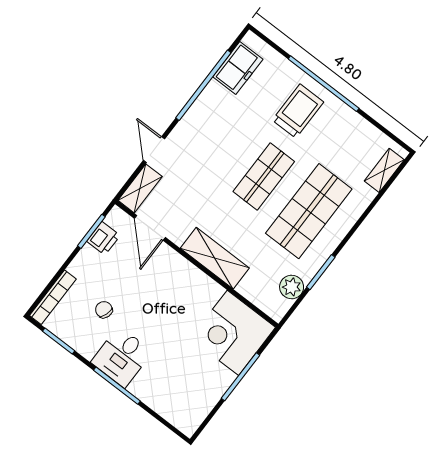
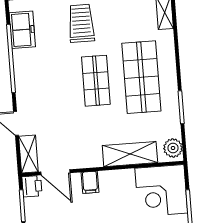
printer: (103, 238) -> (32, 186), moved
shelving: (215, 258) -> (130, 154), moved
filing cabinet: (174, 266) -> (90, 182), added
plant: (292, 287) -> (173, 148), moved

